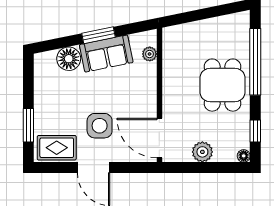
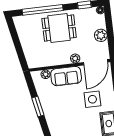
sofa: (106, 54) -> (66, 76), moved, turned 101
floor lamp: (69, 59) -> (54, 123), removed
plant: (170, 105) -> (75, 58), added

